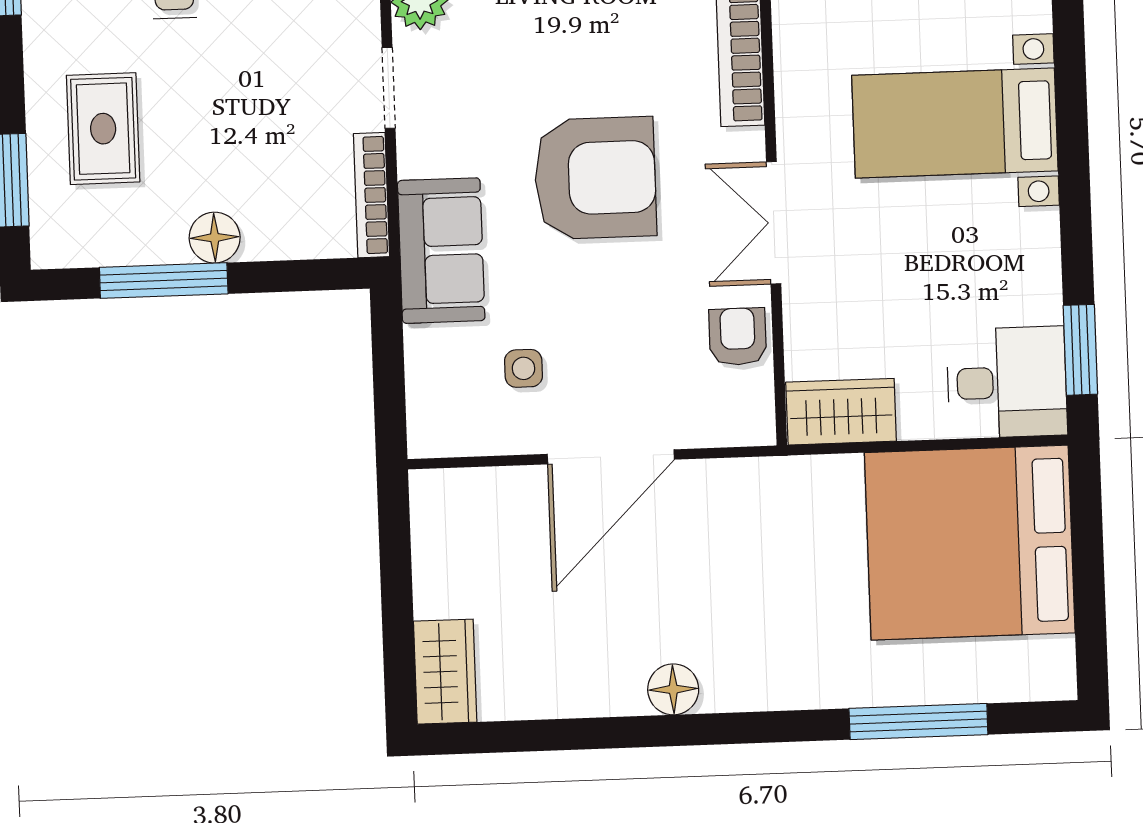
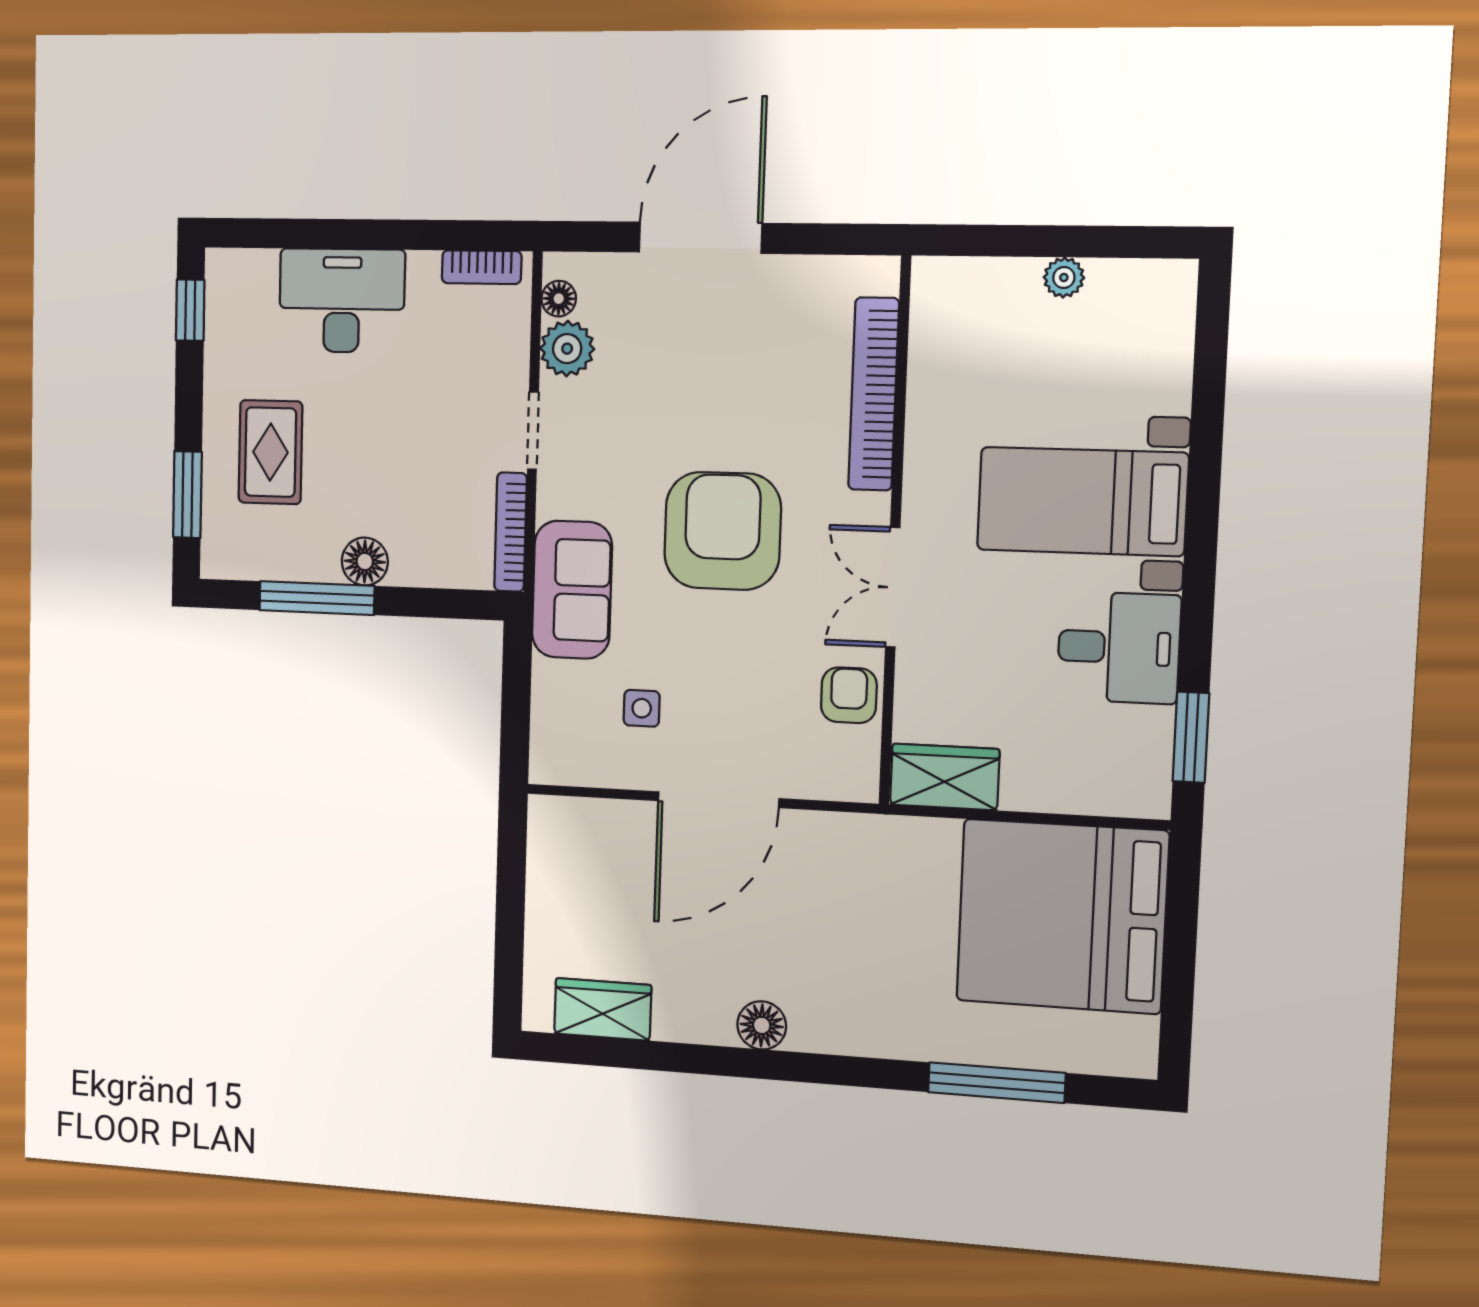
armchair: (595, 178) -> (723, 531), turned -90
desk: (1007, 382) -> (1119, 648), moved
wardrobe: (445, 672) -> (603, 1009), moved, turned -90

